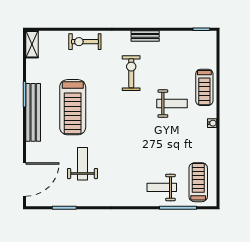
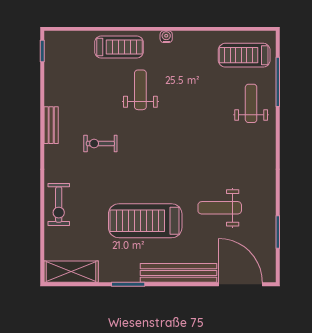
shelving: (32, 44) -> (71, 272), width x1.50, depth x1.33
exercise bike: (131, 73) -> (100, 144), width x0.73, depth x0.72
treadmill: (73, 107) -> (145, 221), turned 180
bench: (33, 112) -> (178, 273), moved
weight bench: (162, 187) -> (251, 103), turned 180

